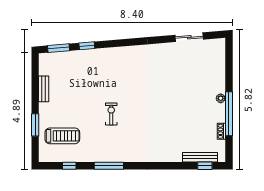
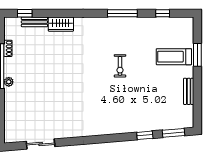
treadmill: (62, 136) -> (174, 57), moved
wardrobe: (169, 155) -> (61, 24), added
bench: (200, 157) -> (34, 22), width x0.73

